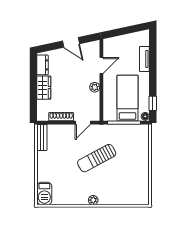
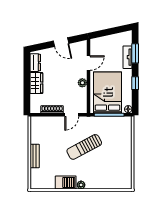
window: (153, 55) -> (135, 53), added
bed: (128, 98) -> (108, 92), width x1.50
window: (153, 103) -> (135, 83), moved
bench: (42, 137) -> (35, 156), moved
barbecue: (44, 193) -> (66, 183), moved, turned -90

